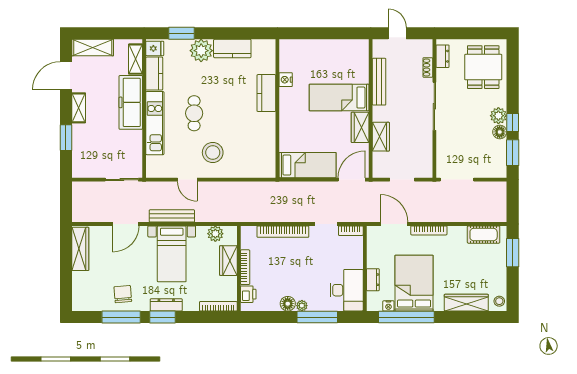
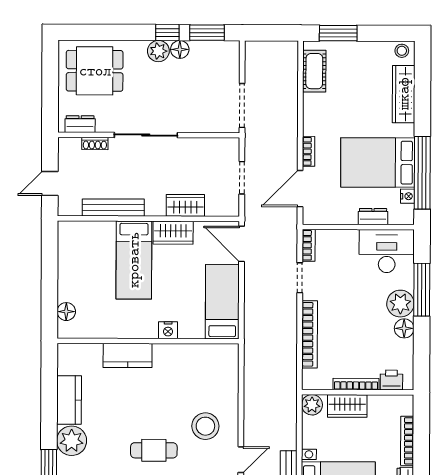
floor lamp: (300, 46) -> (66, 312), added
nightstand: (286, 80) -> (168, 330), moved
bookcase: (429, 230) -> (309, 151), width x0.64
plant: (215, 234) -> (312, 405), moved
bookcase: (218, 306) -> (407, 441), moved
plant: (302, 306) -> (400, 304), width x1.88, depth x1.88

